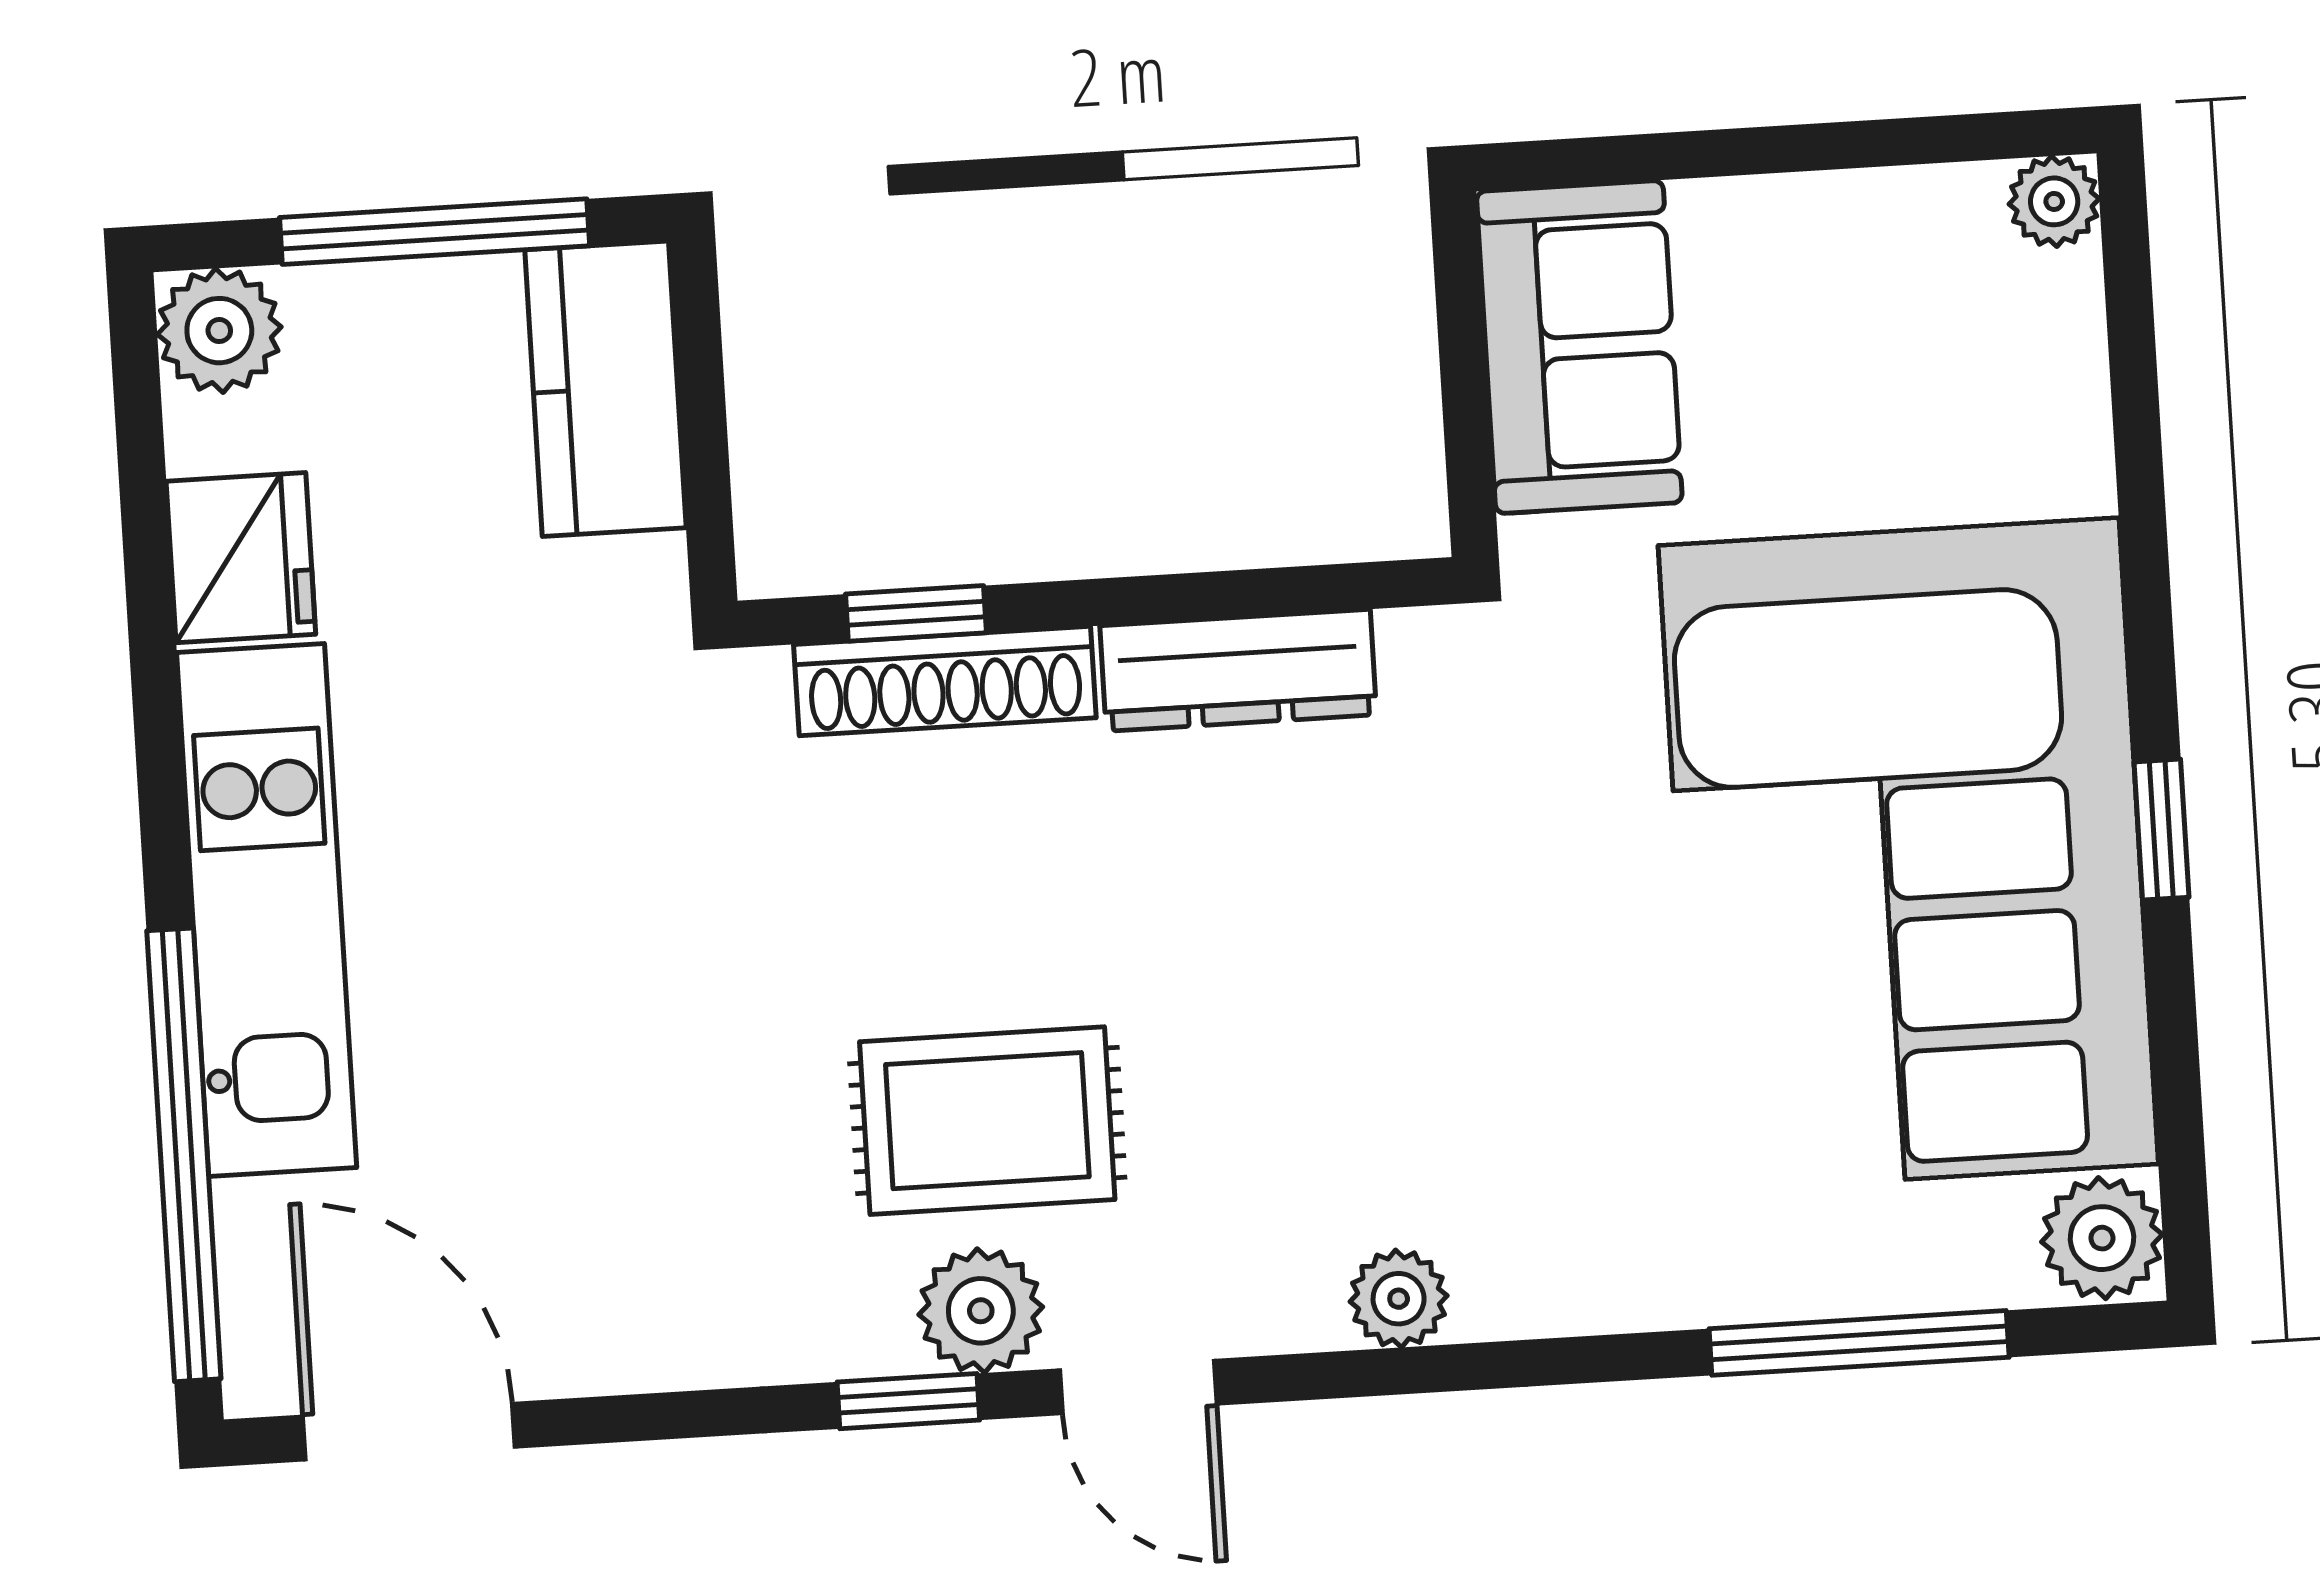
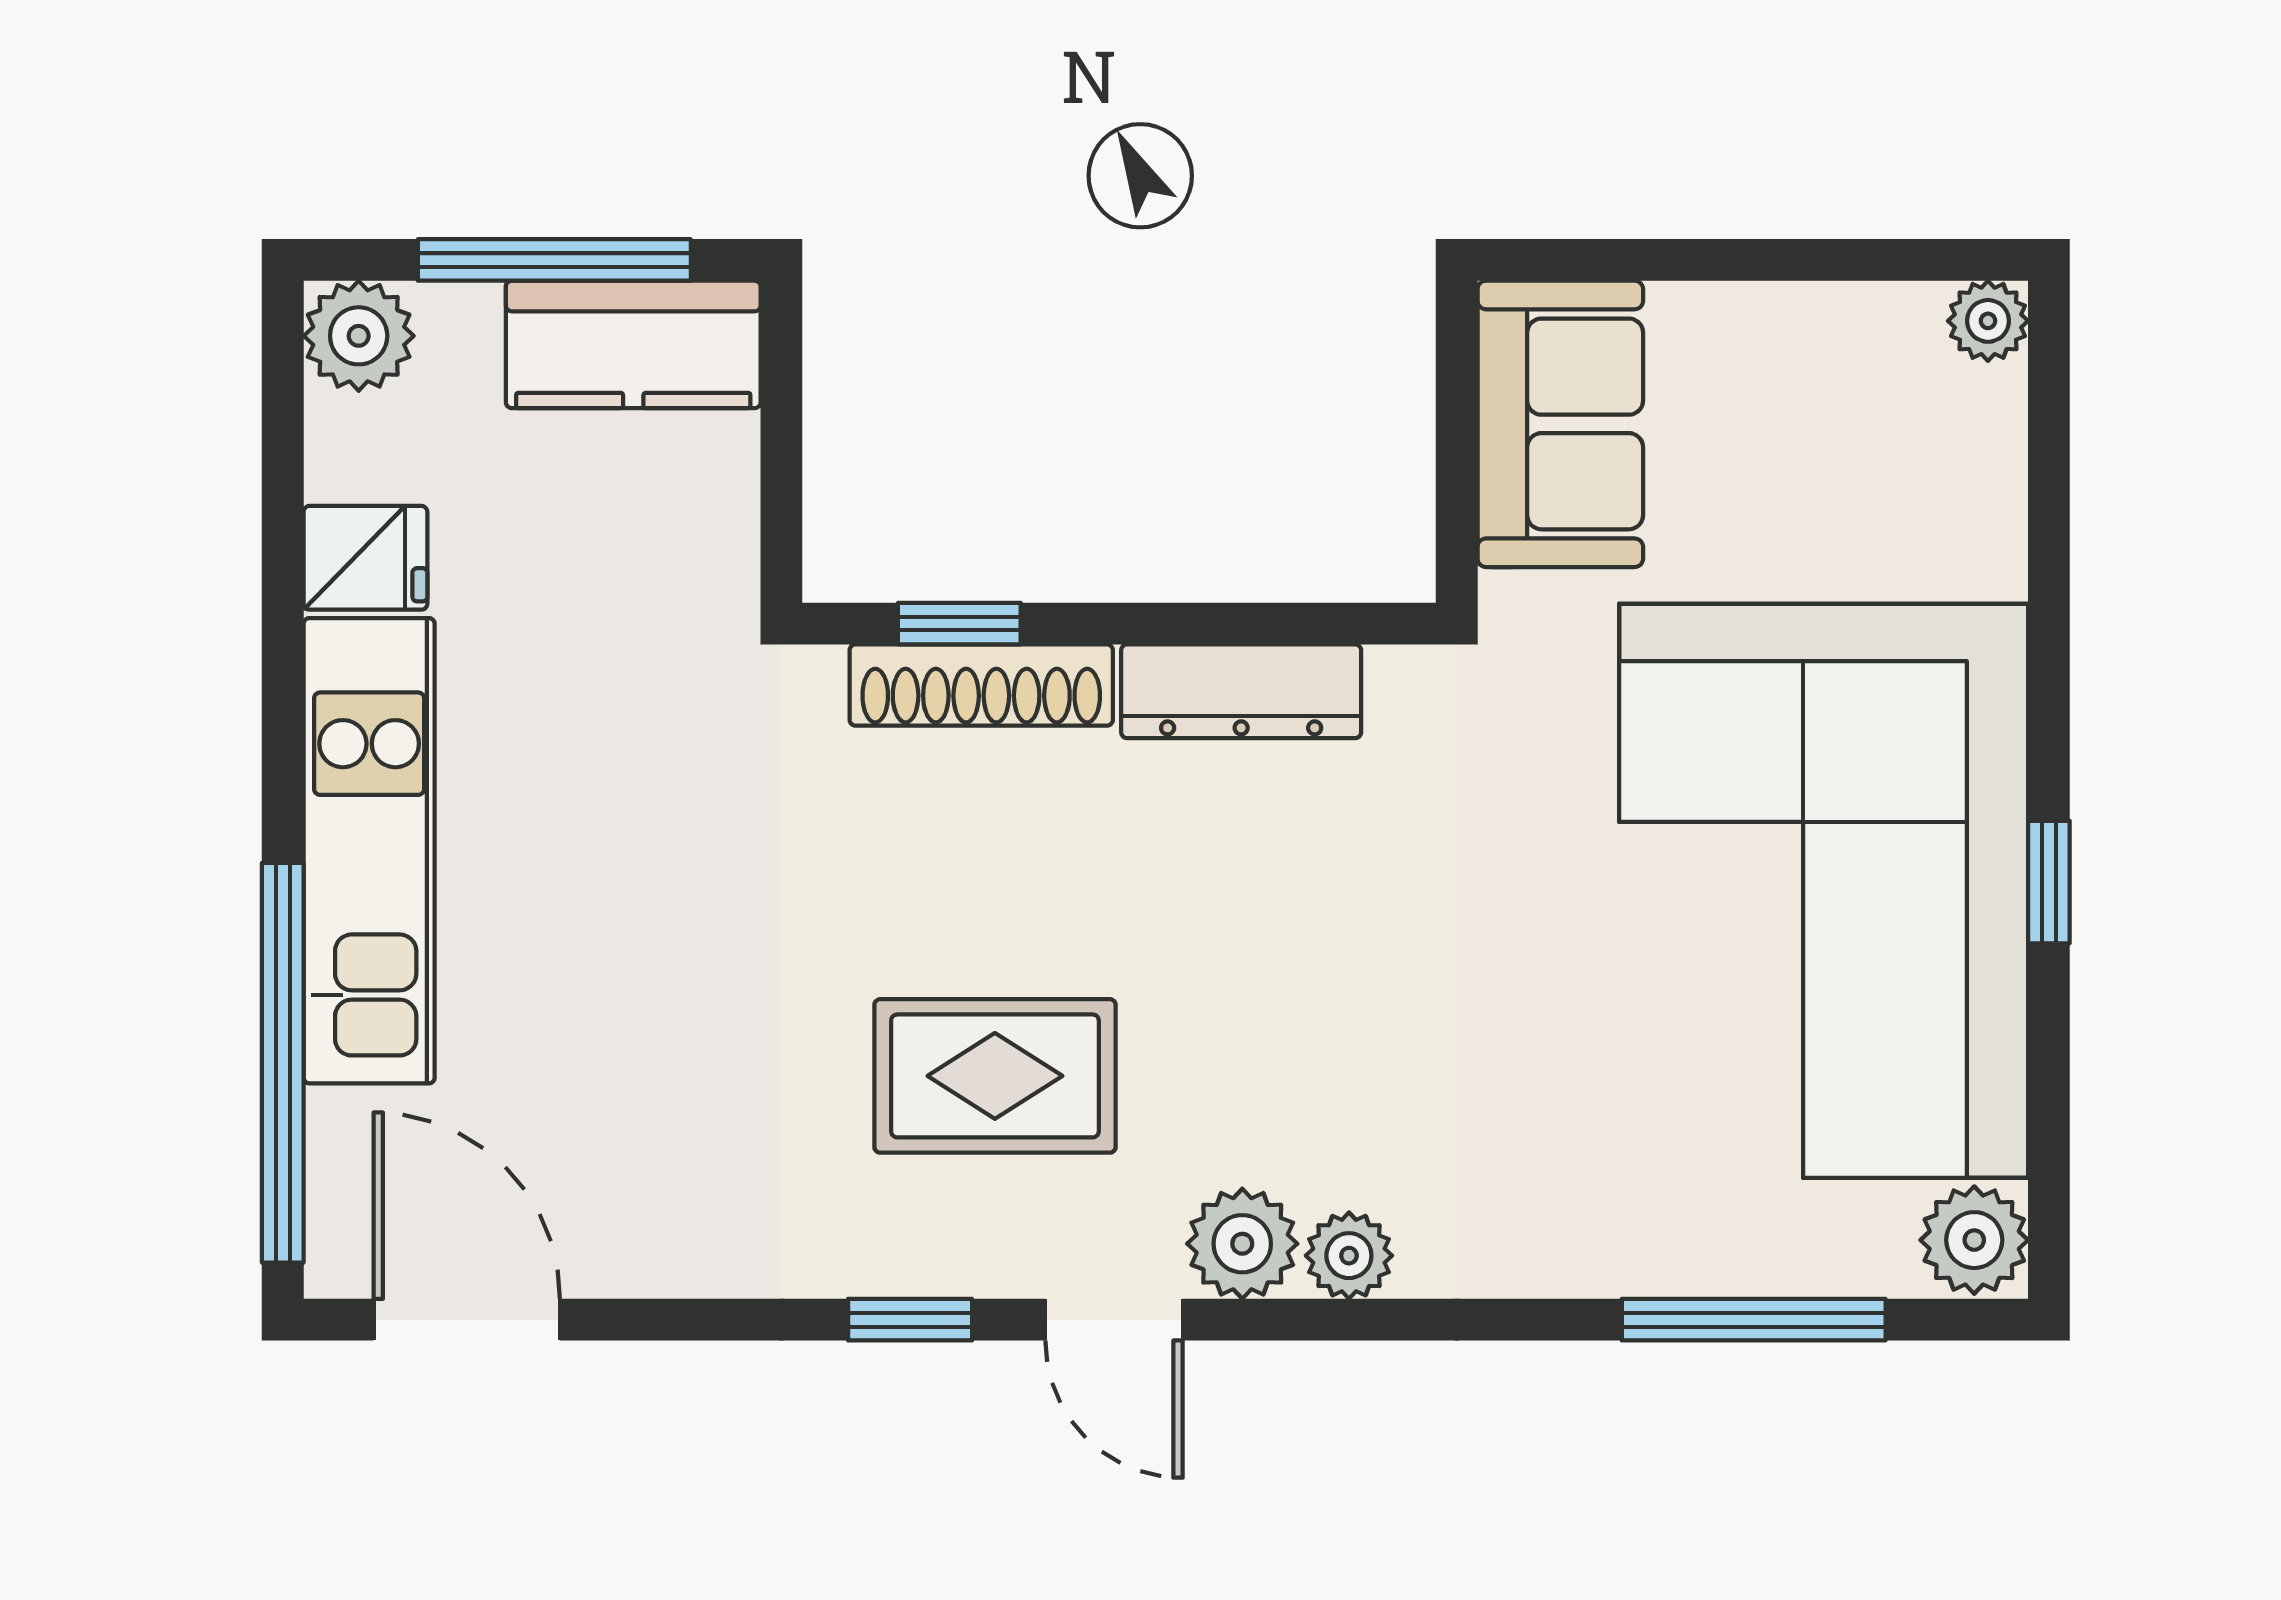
kitchen counter: (605, 389) -> (633, 344), moved, turned -90
fridge: (241, 558) -> (365, 558), width x0.72
plant: (981, 1311) -> (1242, 1244), moved

